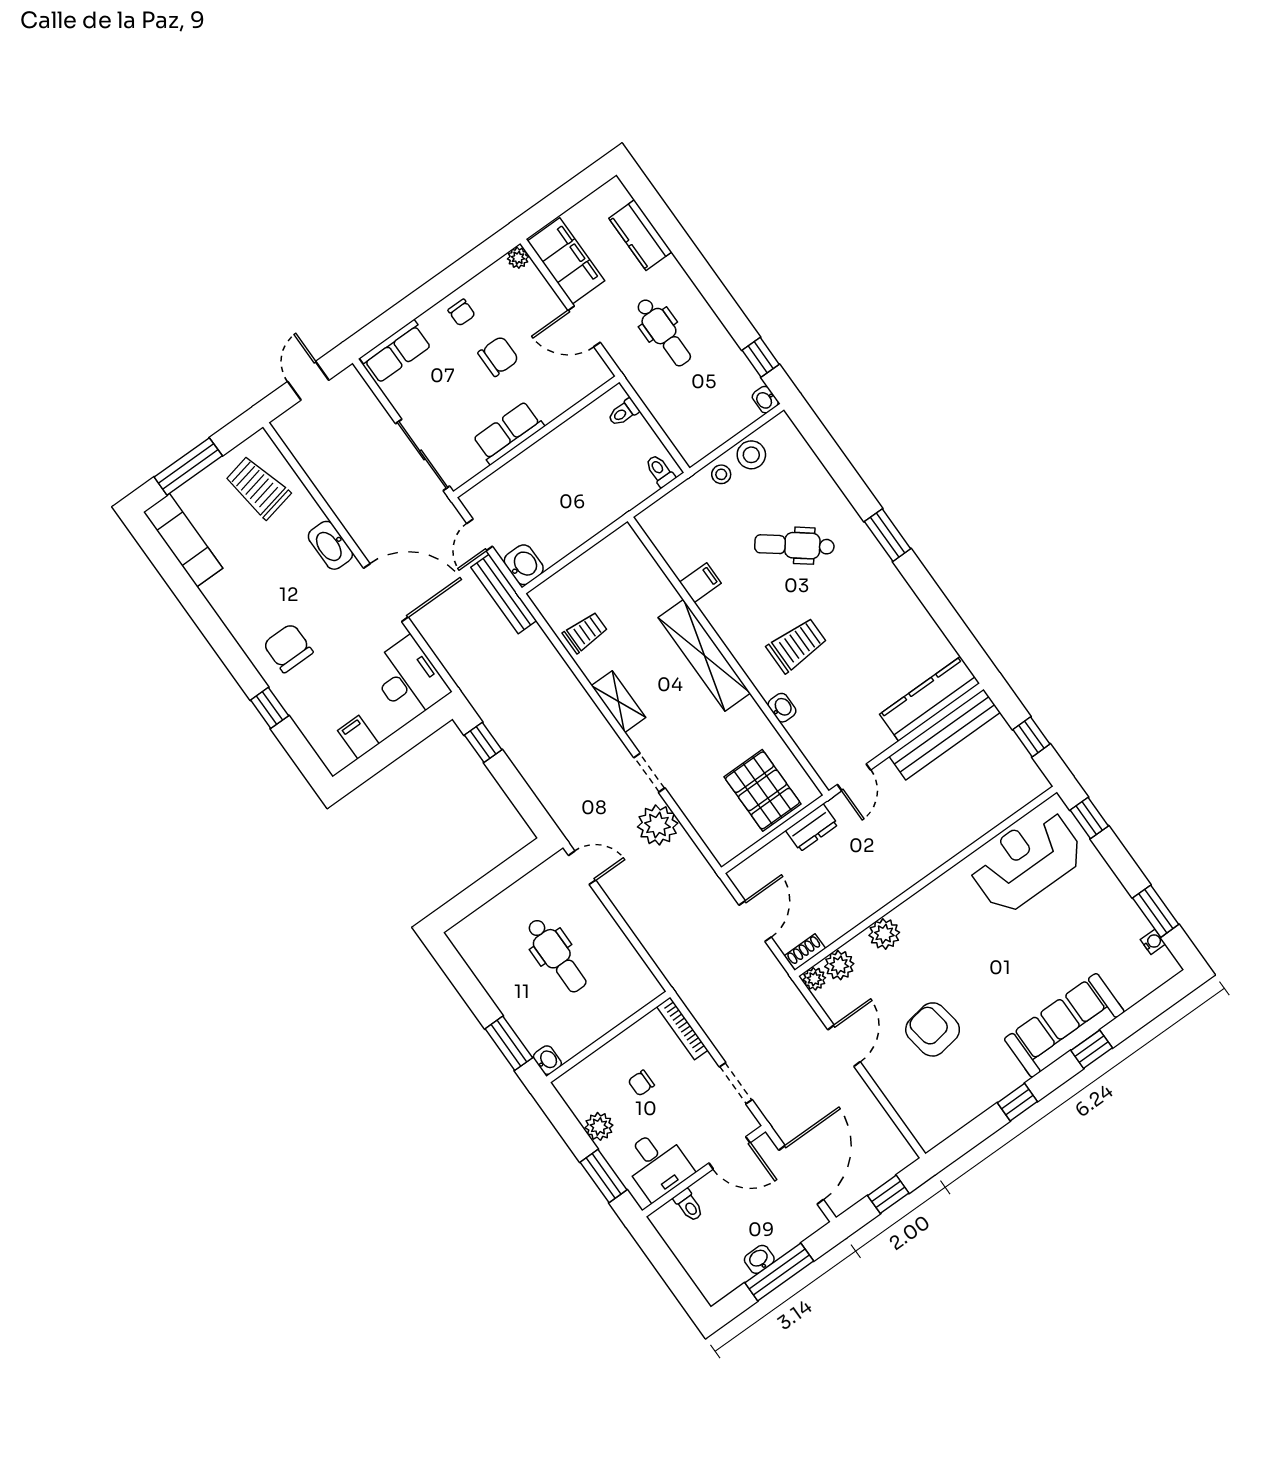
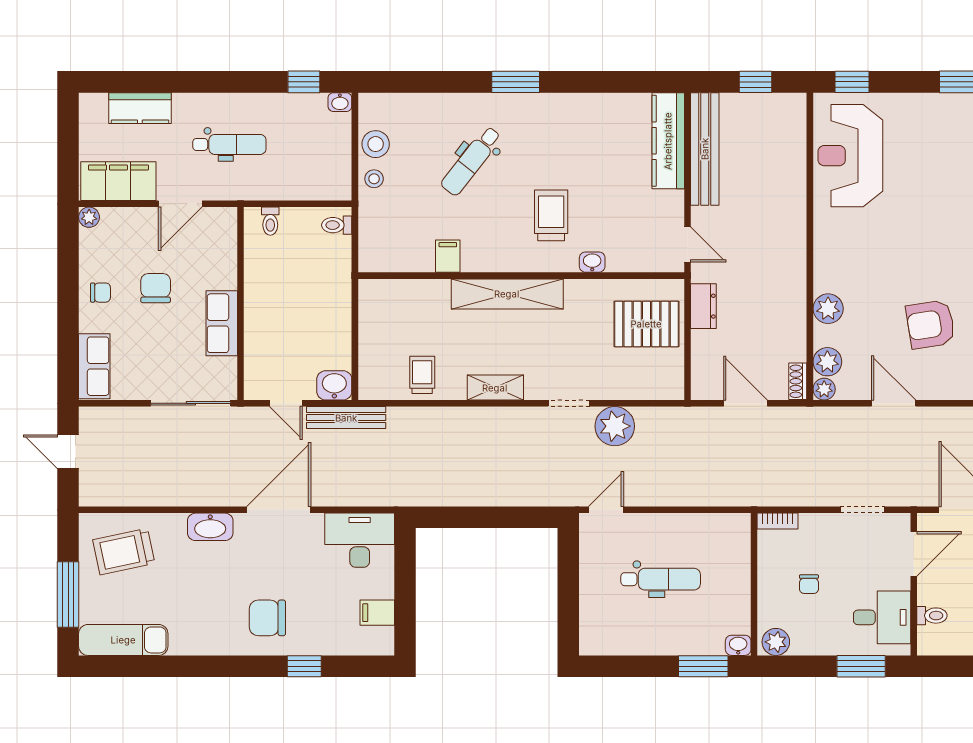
window: (483, 742) -> (451, 517), removed
bookcase: (682, 1028) -> (778, 521), width x0.64
plant: (599, 1126) -> (776, 642), moved

